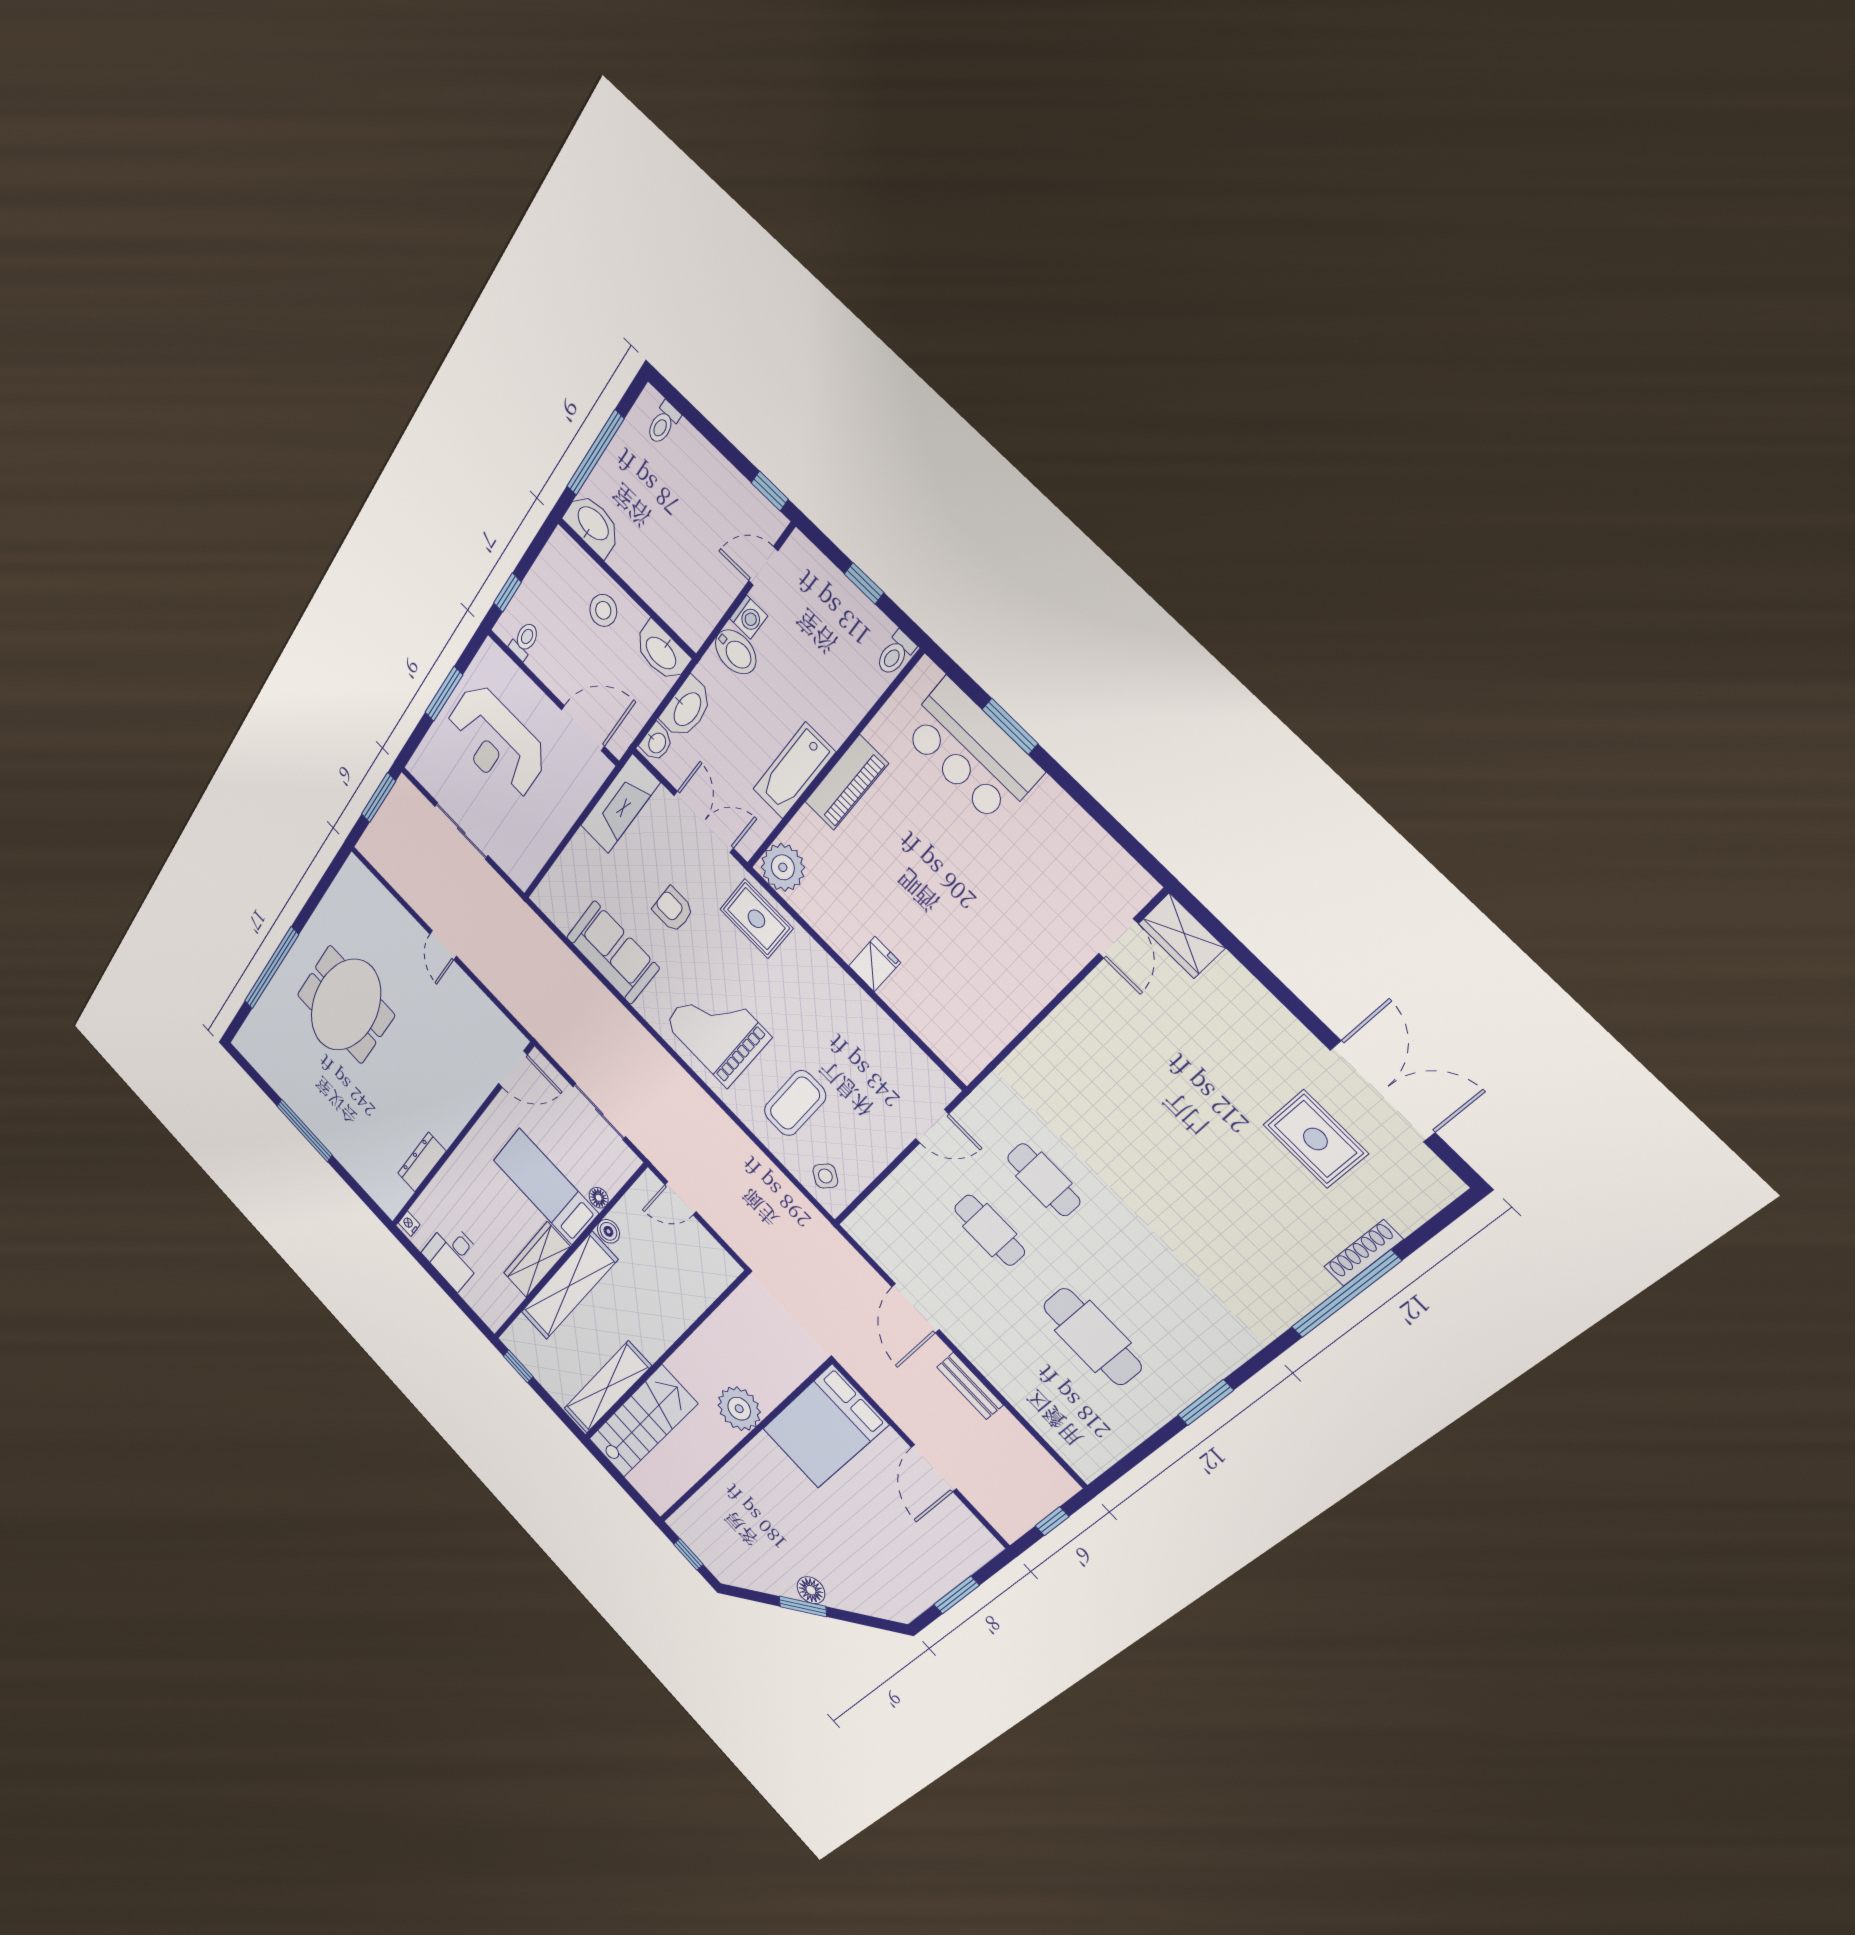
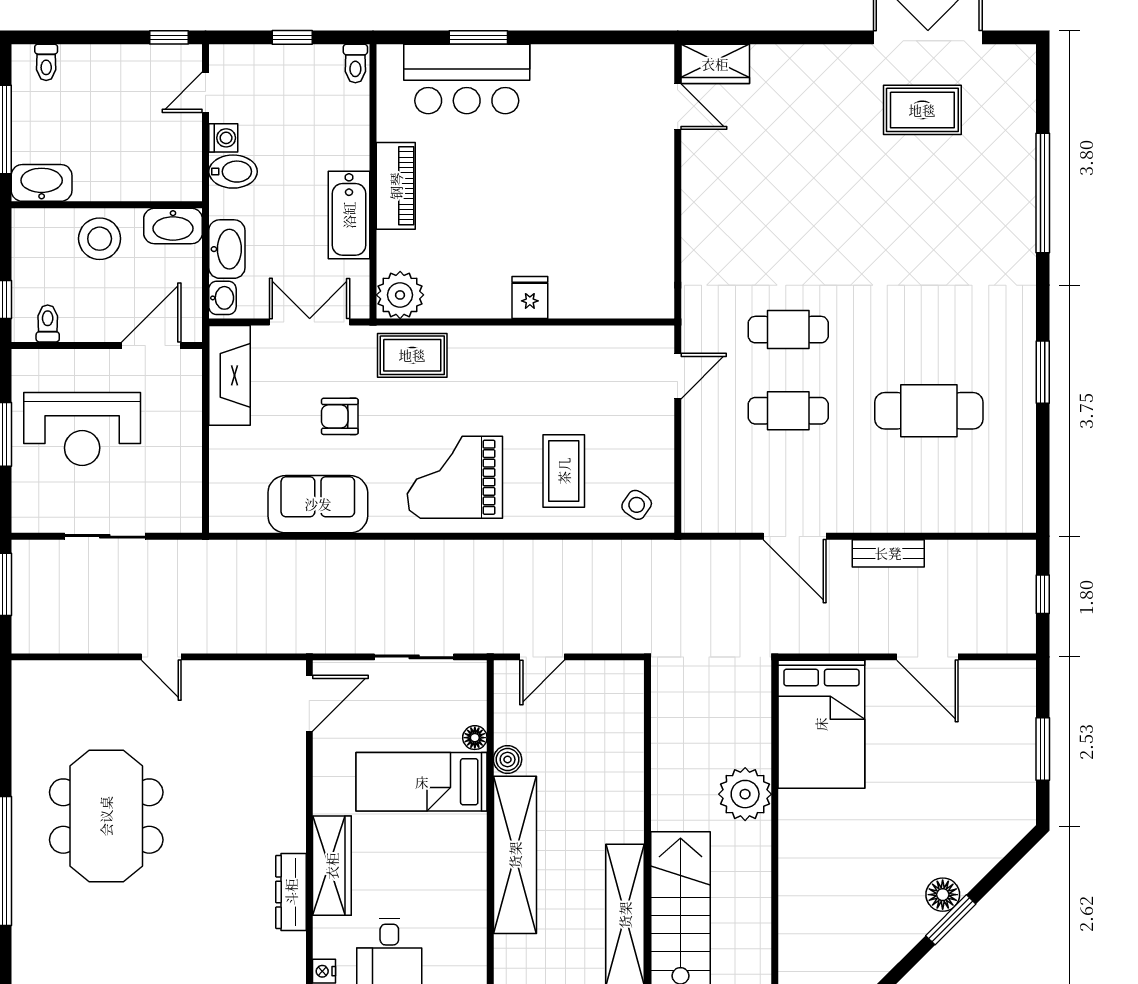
stool: (603, 610) -> (100, 239), width x1.38, depth x1.38
shoe rack: (1363, 1253) -> (1024, 154), removed
wardrobe: (537, 1260) -> (332, 866), moved, turned 180

